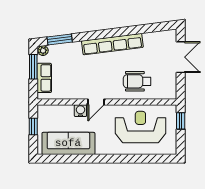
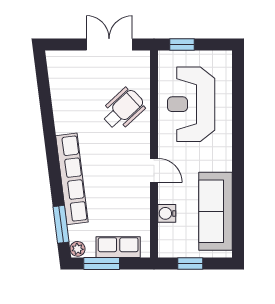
row of seats: (112, 44) -> (72, 179), moved
double door: (181, 57) -> (109, 45), moved
wheelchair: (137, 81) -> (123, 109), turned -133
water cooler: (80, 111) -> (167, 213), moved

